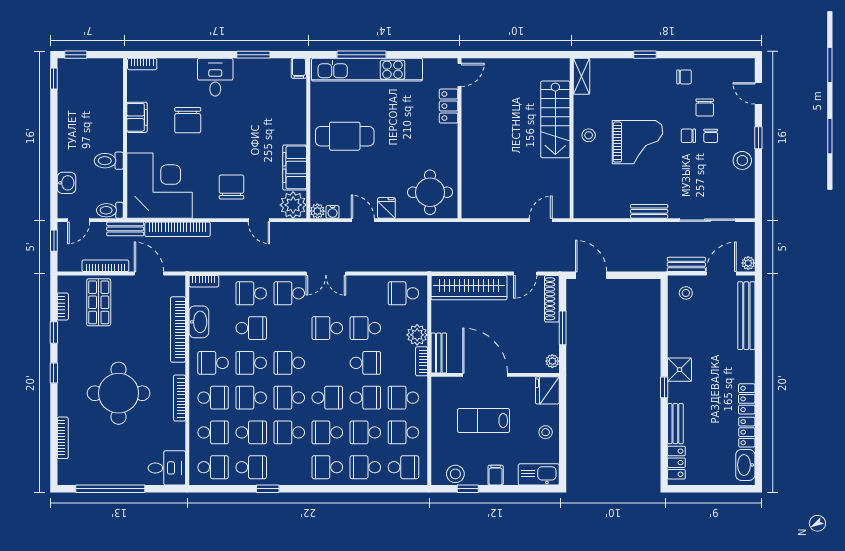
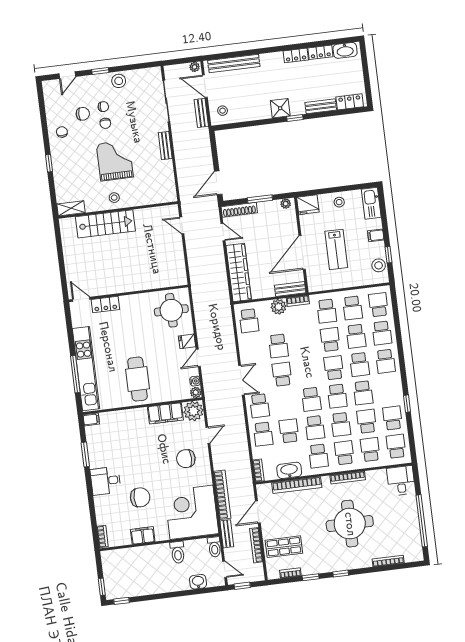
school desk: (327, 328) -> (282, 374), turned 180
school desk: (365, 363) -> (304, 343), removed

